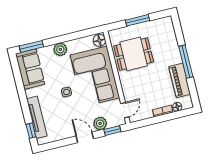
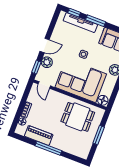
dining table: (134, 54) -> (78, 117), turned 90
window: (24, 103) -> (96, 21), added

